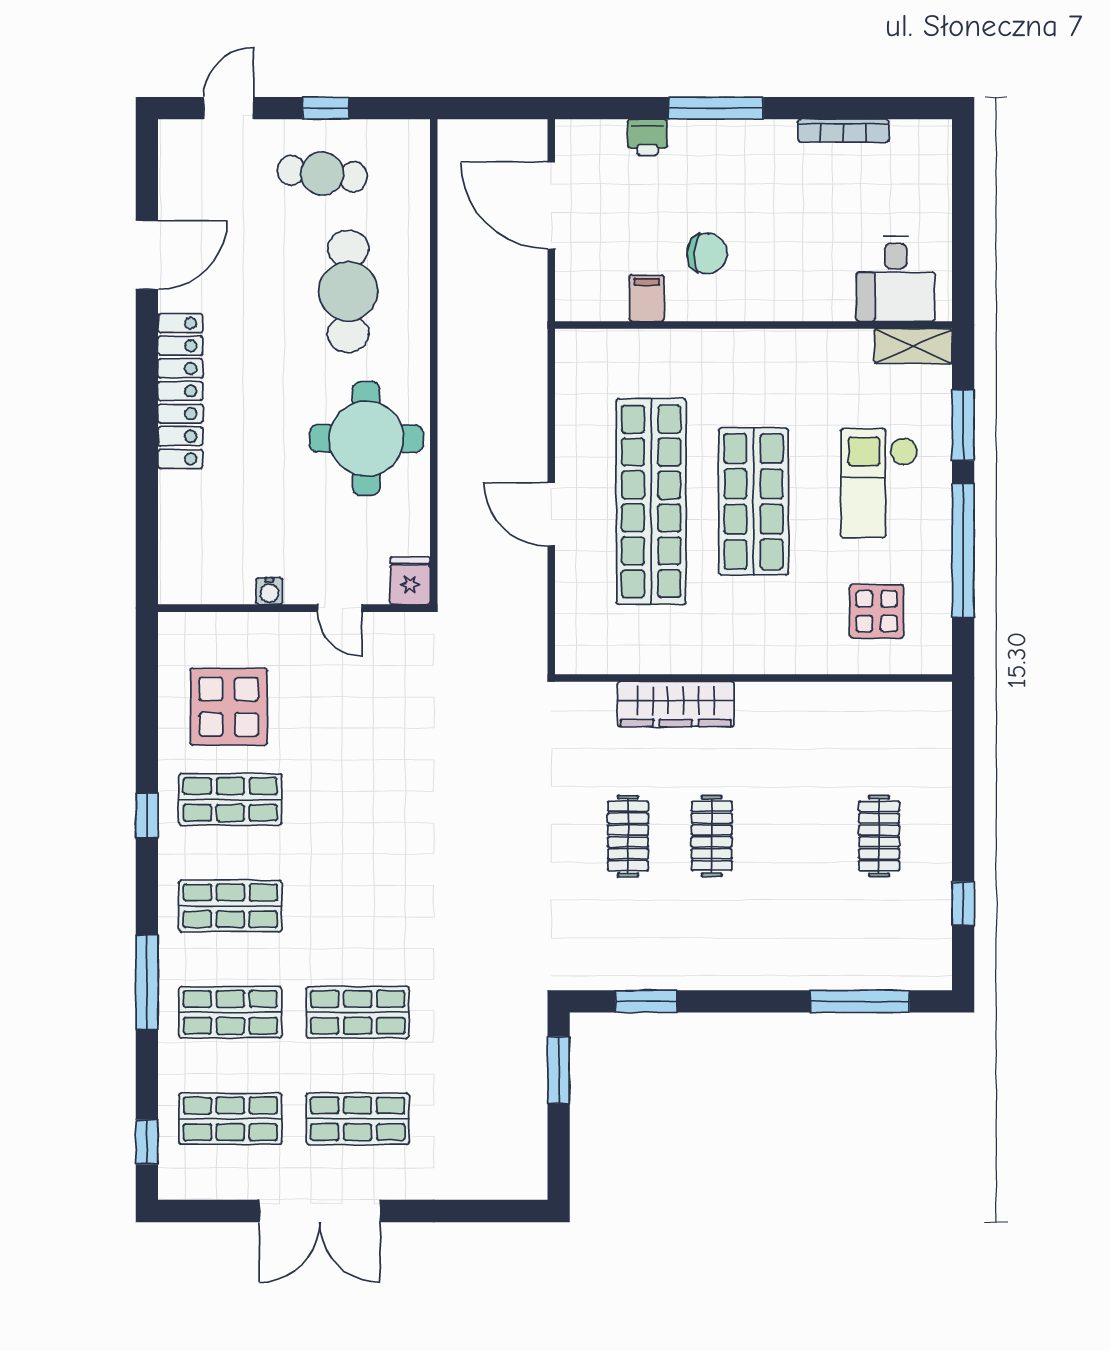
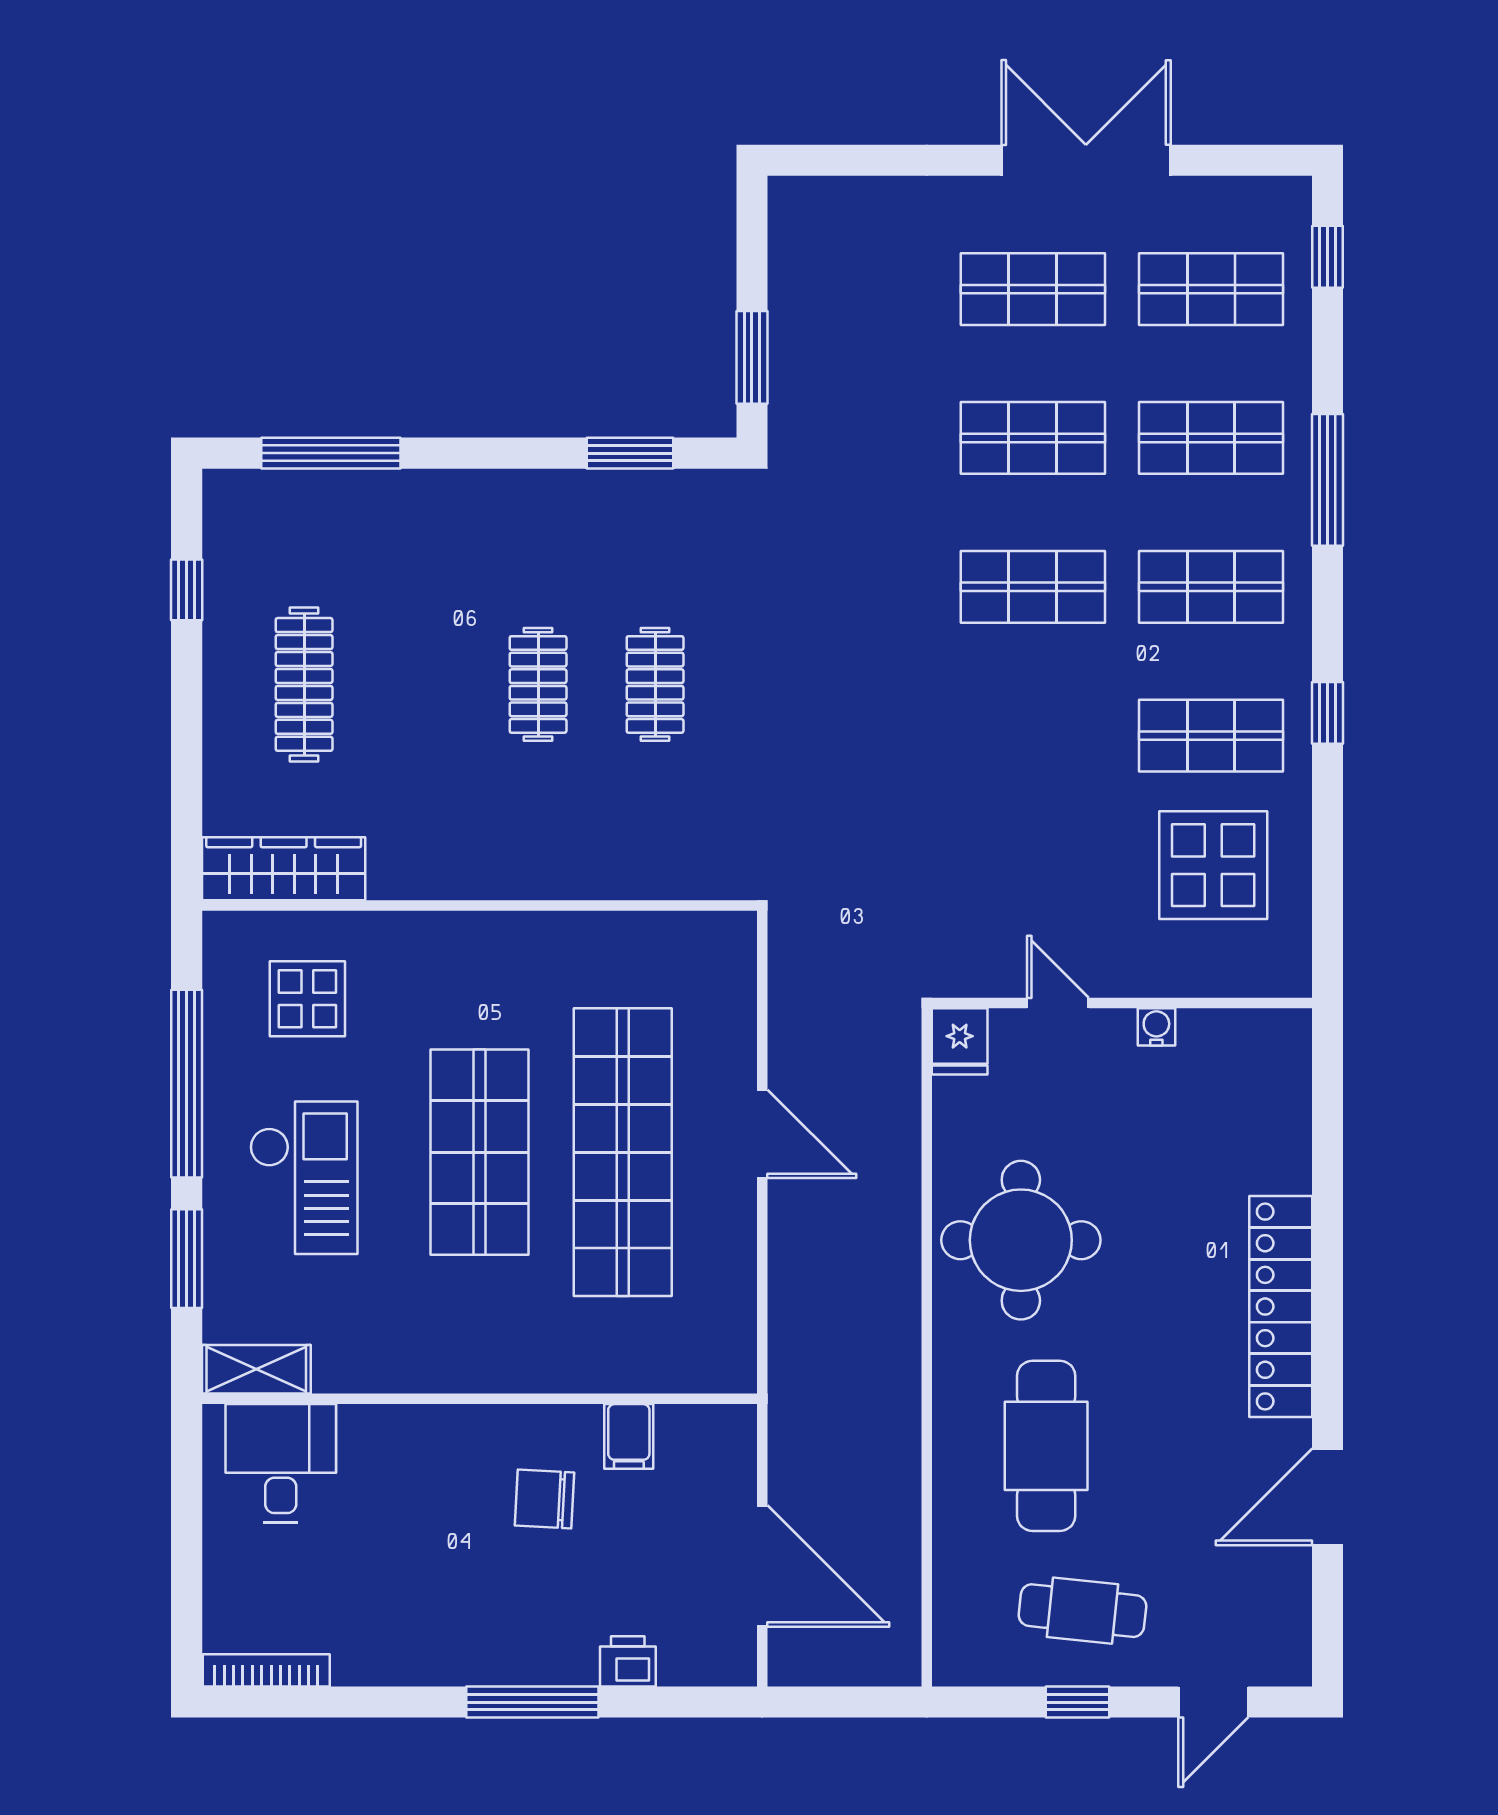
bookcase: (843, 131) -> (266, 1670), moved
wardrobe: (676, 704) -> (284, 869), moved
clothes rail: (879, 836) -> (304, 684), width x1.36
shop shelf: (358, 906) -> (1033, 587), added

